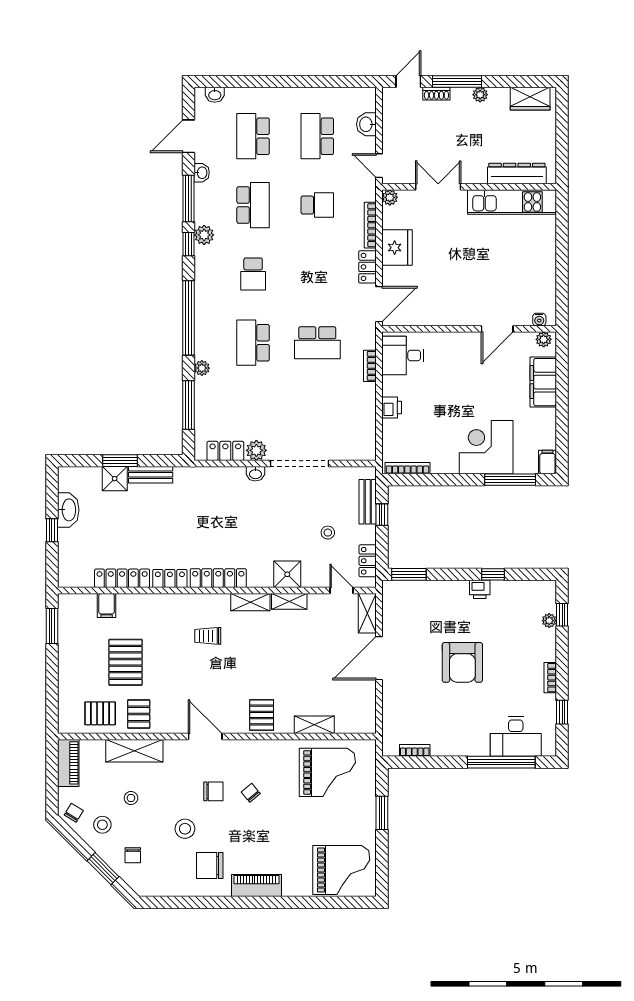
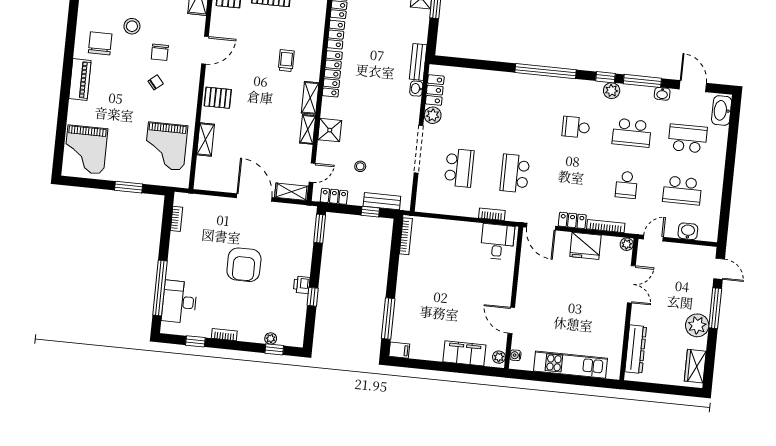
shoe rack: (436, 94) -> (707, 291), removed
washbasin: (215, 95) -> (722, 111), width x1.91, depth x1.45
plant: (480, 95) -> (697, 325), width x1.88, depth x1.88
school desk: (317, 136) -> (682, 190), turned 180
kitchen unit: (512, 202) -> (570, 365), moved, turned 90
school desk: (253, 343) -> (459, 168), moved, turned 90
plant: (202, 368) -> (504, 78), removed
window: (189, 405) -> (475, 64), removed
printer: (392, 408) -> (456, 228), removed
corner desk: (486, 447) -> (416, 302), removed
washbasin: (255, 474) -> (416, 89), moved
bench: (151, 475) -> (418, 62), moved
armchair: (462, 662) -> (244, 265), turned -90

